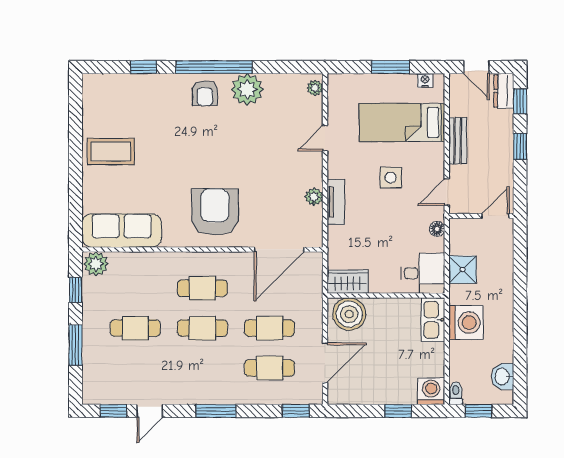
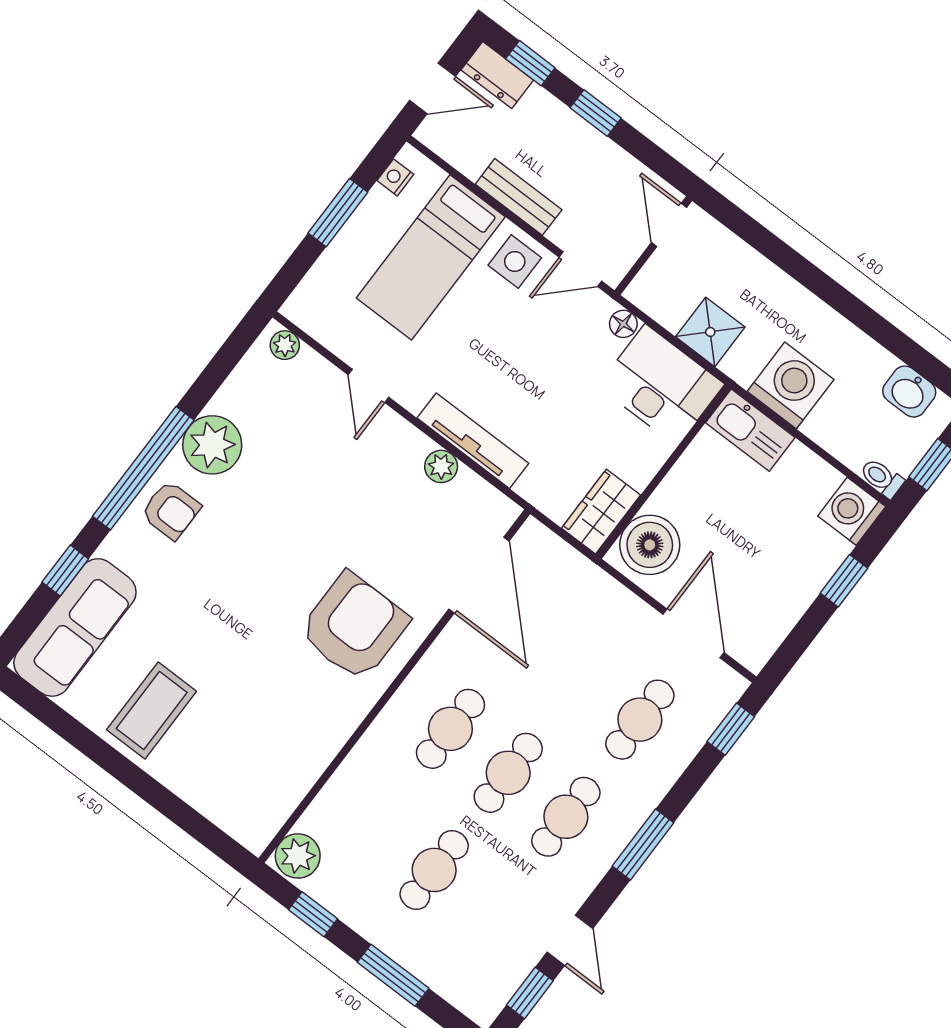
side table: (391, 178) -> (515, 261), moved
door: (447, 192) -> (580, 269), hinge flipped
tv unit: (336, 202) -> (473, 441), width x1.41
armchair: (215, 212) -> (354, 627), turned 90
sofa: (122, 230) -> (75, 627), moved, turned 180
desk: (423, 273) -> (661, 385), width x1.37
cafe table: (270, 328) -> (566, 817), moved

